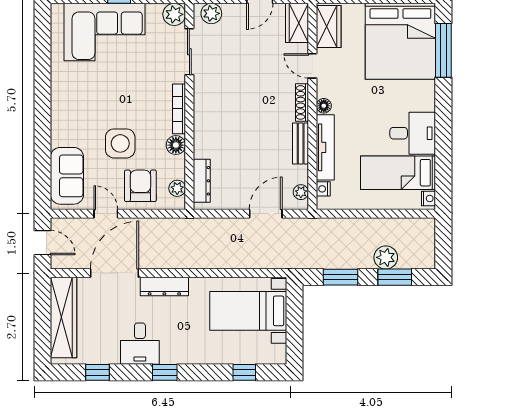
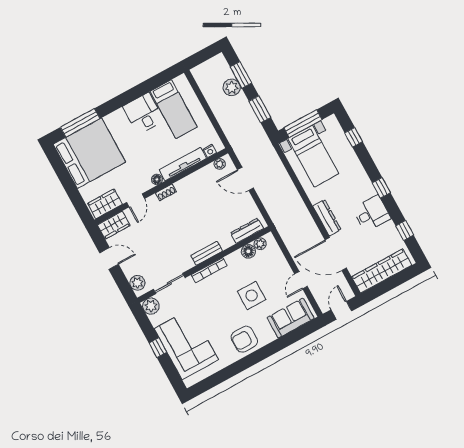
shoe rack: (302, 102) -> (166, 192), width x0.70
bench: (301, 144) -> (207, 253), moved
floor lamp: (176, 145) -> (248, 251), moved
armchair: (140, 186) -> (244, 339), moved
nightstand: (429, 198) -> (179, 81), removed
window: (295, 320) -> (303, 124), added

